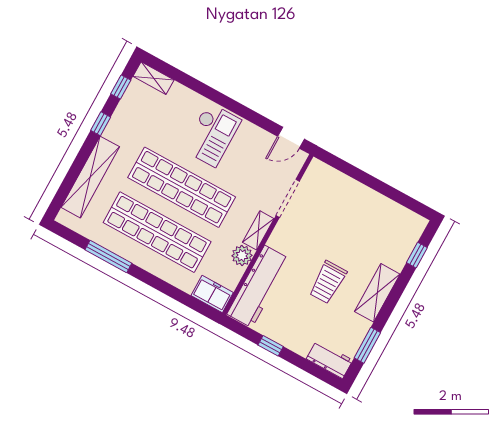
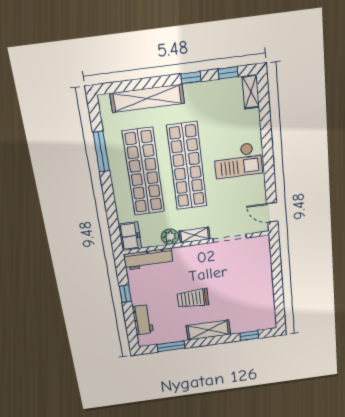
workbench: (258, 286) -> (149, 259), width x0.73, depth x0.76
workbench: (329, 359) -> (143, 320), moved

